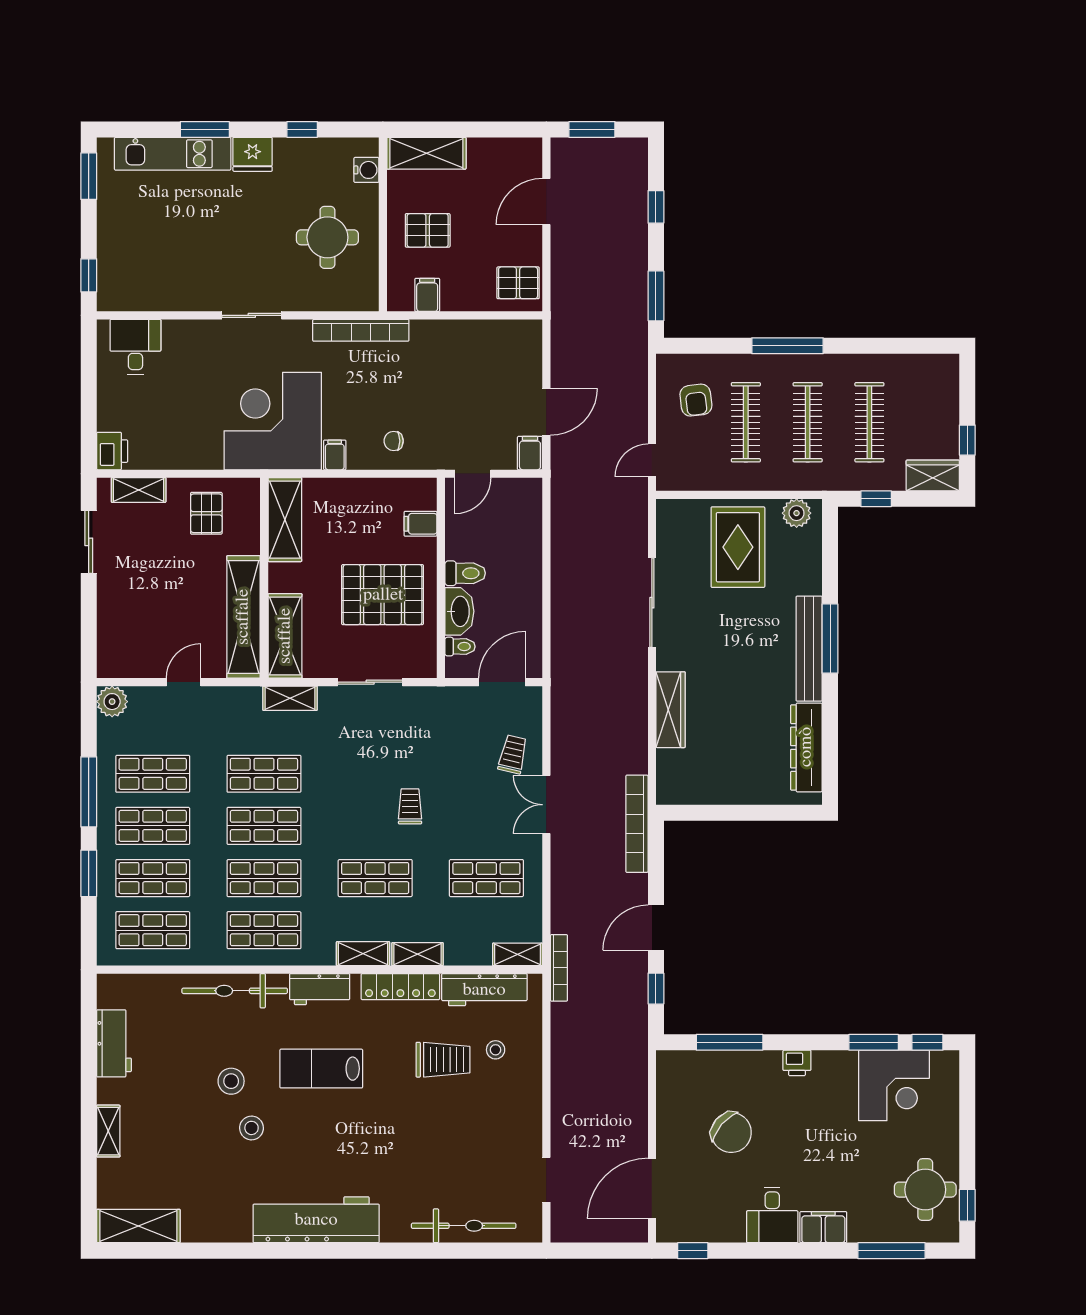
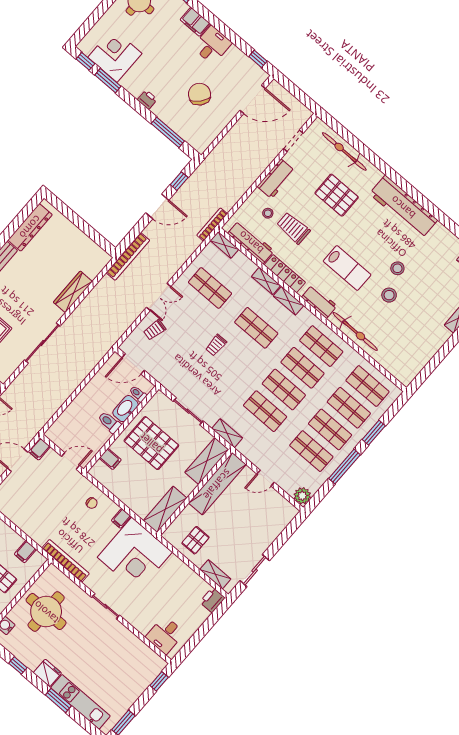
round table: (327, 237) -> (46, 612), width x1.36, depth x1.36
workbench: (114, 1043) -> (276, 179), moved, turned 180
pallet: (422, 1156) -> (337, 195), added

